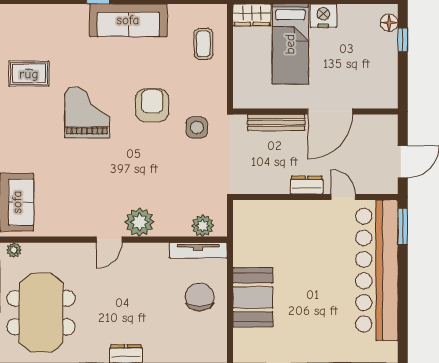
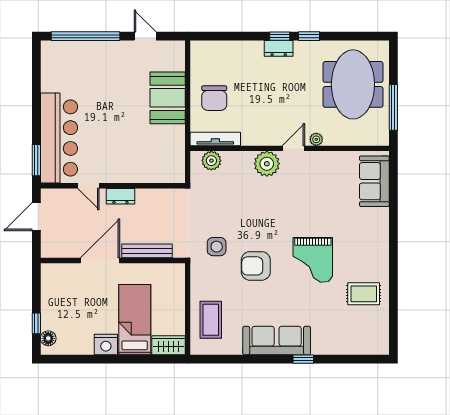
coffee table: (203, 44) -> (211, 320), width x1.36, depth x1.30
armchair: (152, 105) -> (256, 266), turned 90
plant: (14, 250) -> (316, 139), moved
bar counter: (377, 270) -> (59, 138), width x0.73

